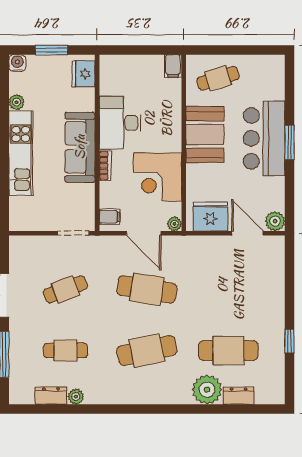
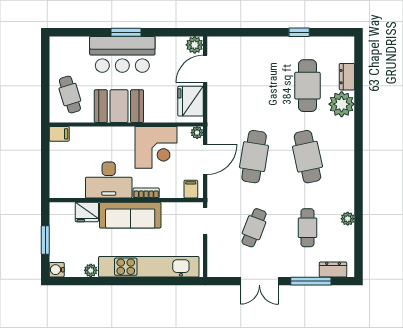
fridge: (84, 74) -> (87, 212), moved
kitchen unit: (21, 153) -> (149, 267), width x1.36
cafe table: (65, 289) -> (254, 228), turned 42
dresser: (51, 396) -> (333, 269), moved, turned 90

